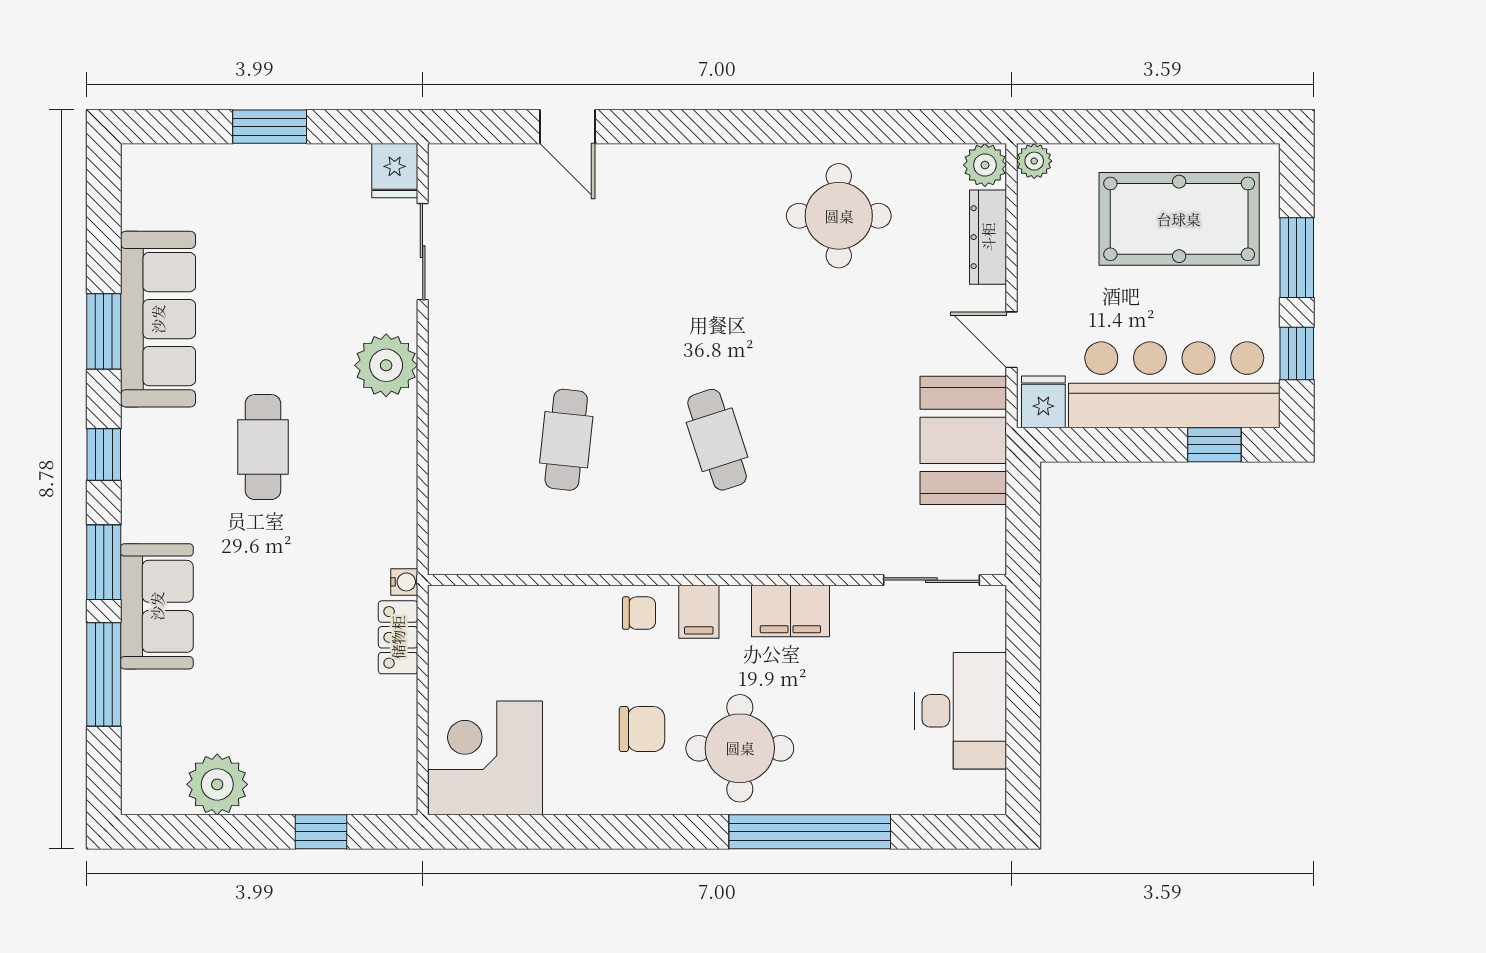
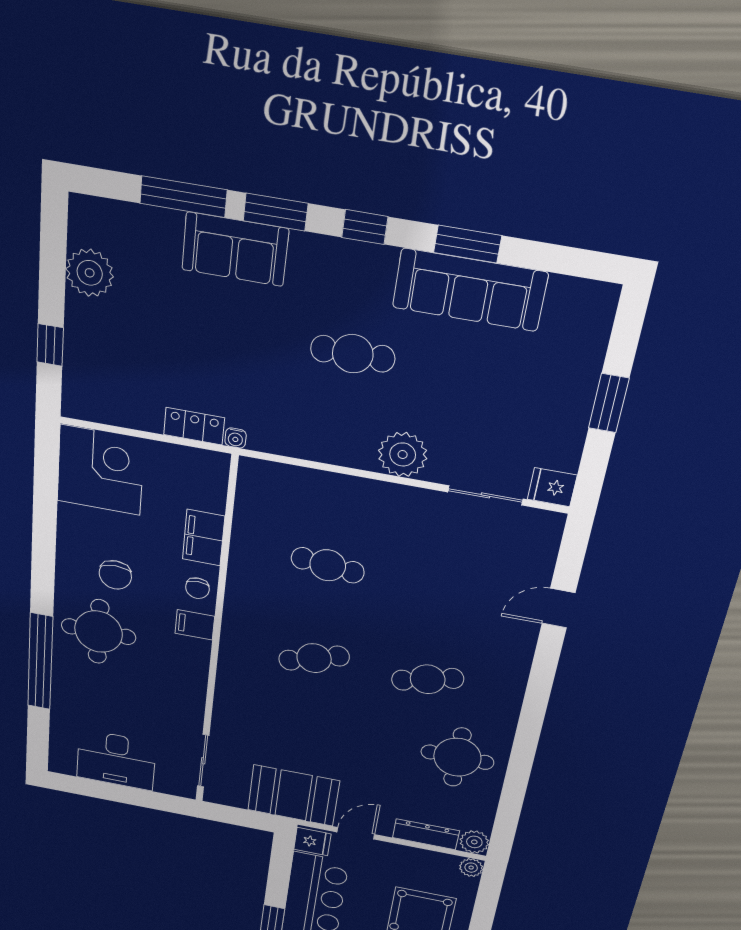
cafe table: (717, 279) -> (428, 679), added
filing cabinet: (790, 611) -> (204, 538), moved

